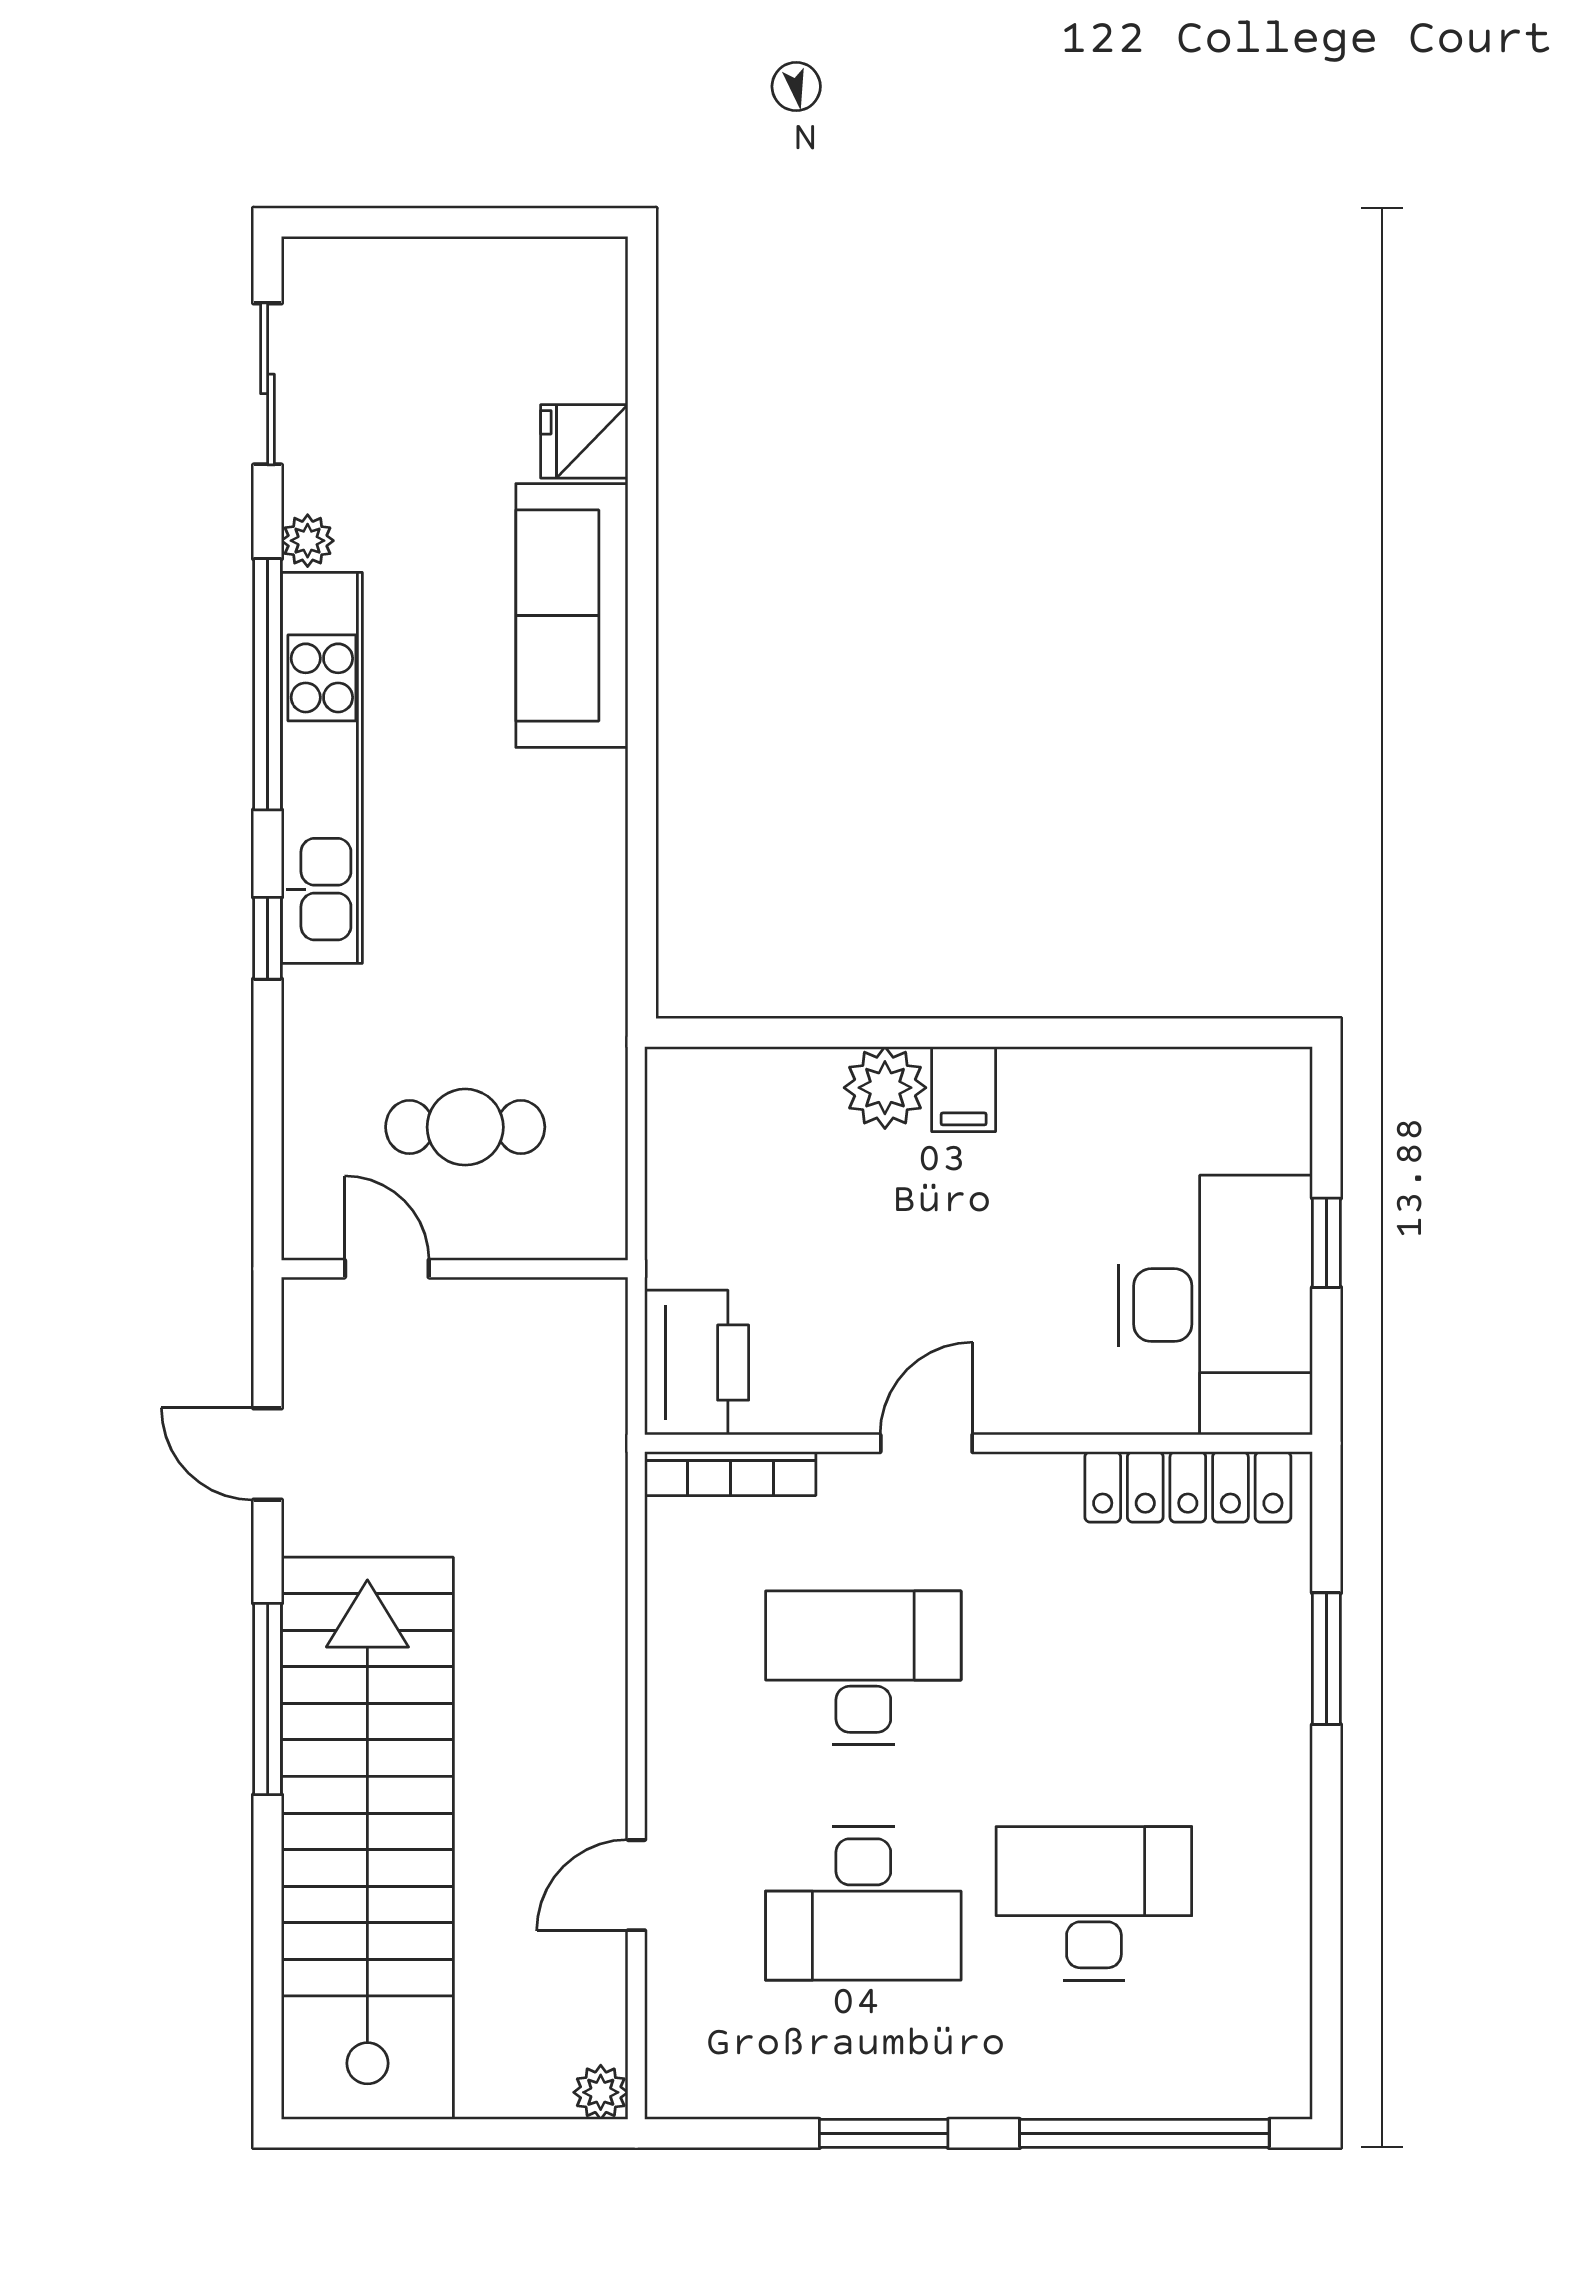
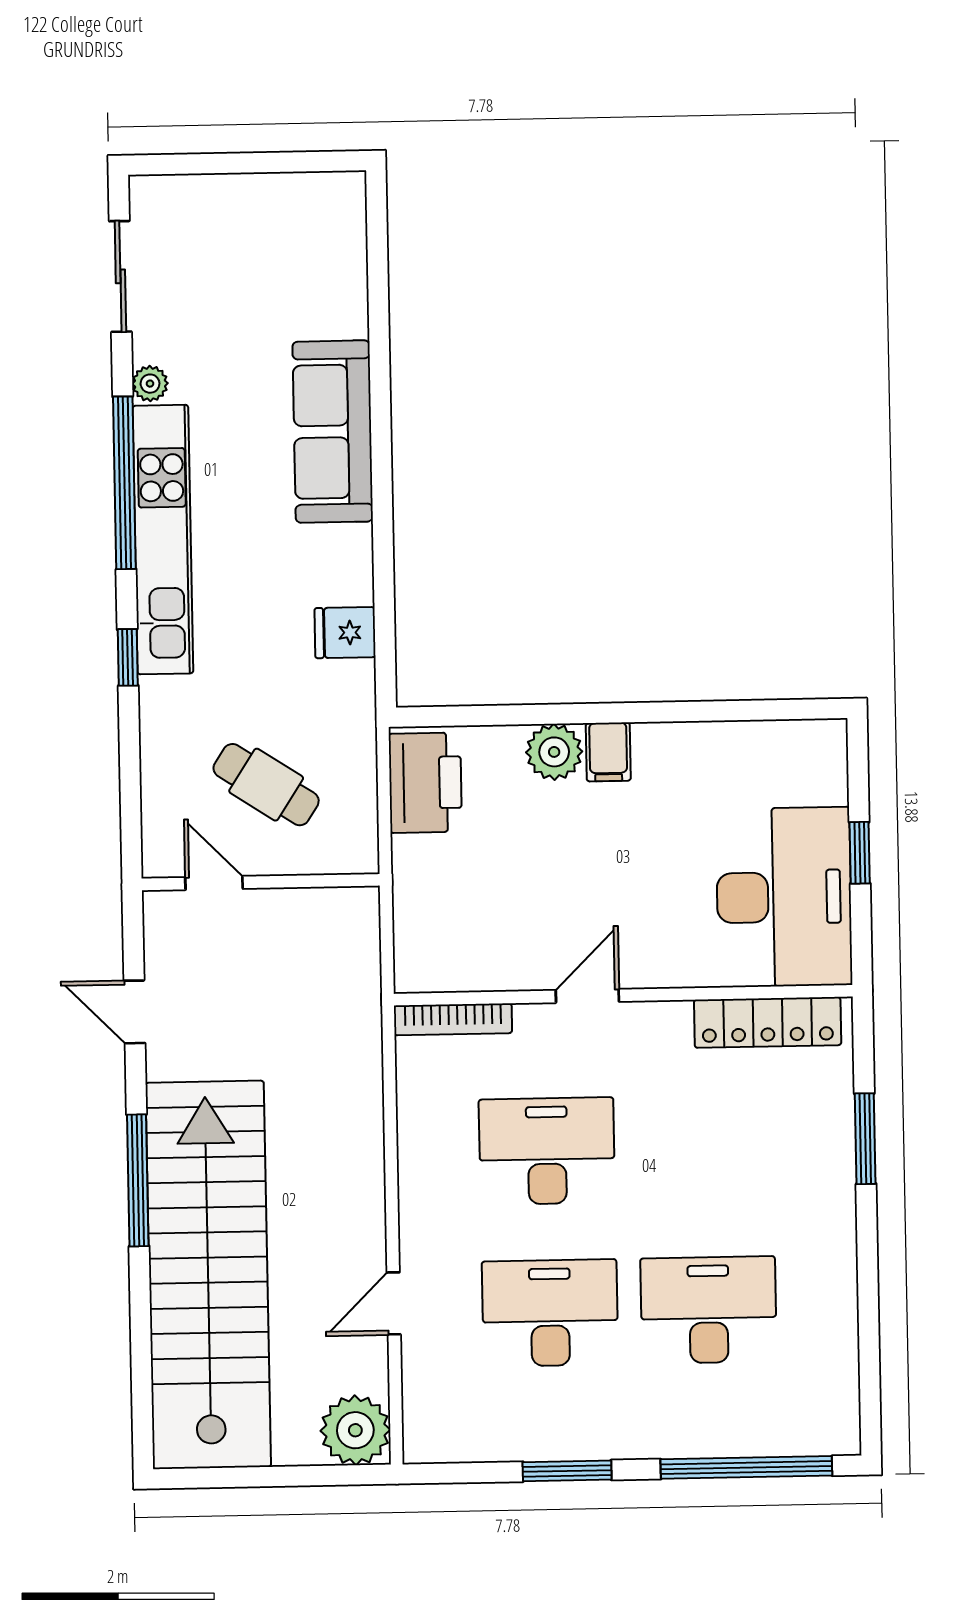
fridge: (584, 441) -> (345, 633), moved
cafe table: (465, 1127) -> (266, 785), turned 33
printer: (697, 1363) -> (425, 783), moved
desk: (863, 1903) -> (550, 1313), turned 180
plant: (601, 2092) -> (355, 1430), width x1.88, depth x1.88

